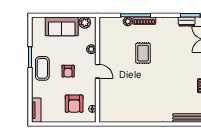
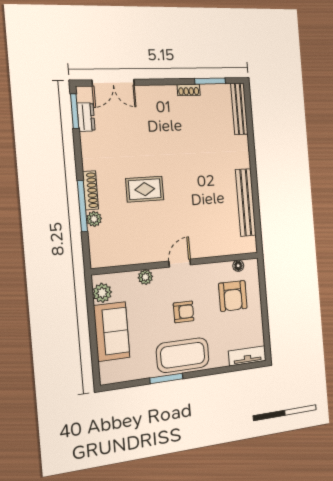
coffee table: (42, 68) -> (183, 355), width x1.36, depth x1.32
armchair: (74, 104) -> (233, 296), turned 90
bench: (131, 117) -> (246, 202), added

